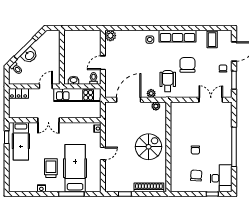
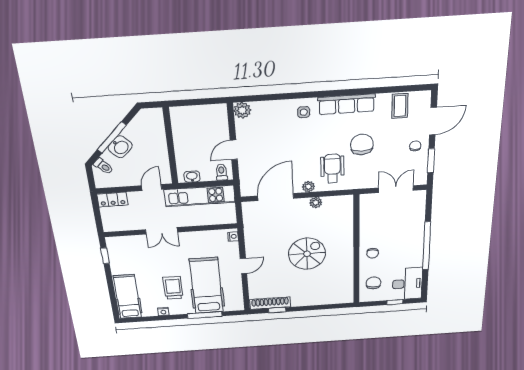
hospital bed: (21, 141) -> (127, 297), moved, turned 180
wall: (168, 147) -> (356, 251), moved
shoe rack: (149, 187) -> (270, 303), moved

